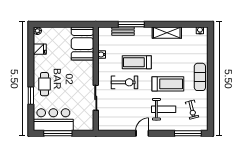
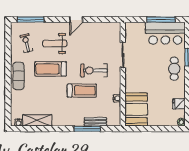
shelving: (167, 33) -> (37, 120), moved

